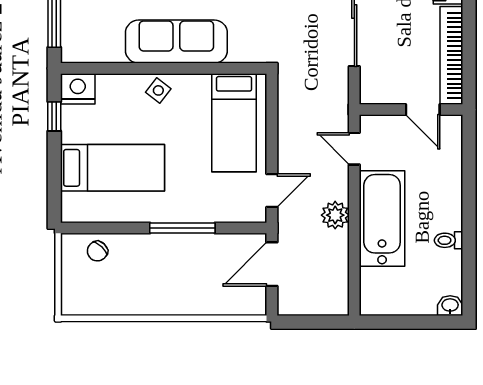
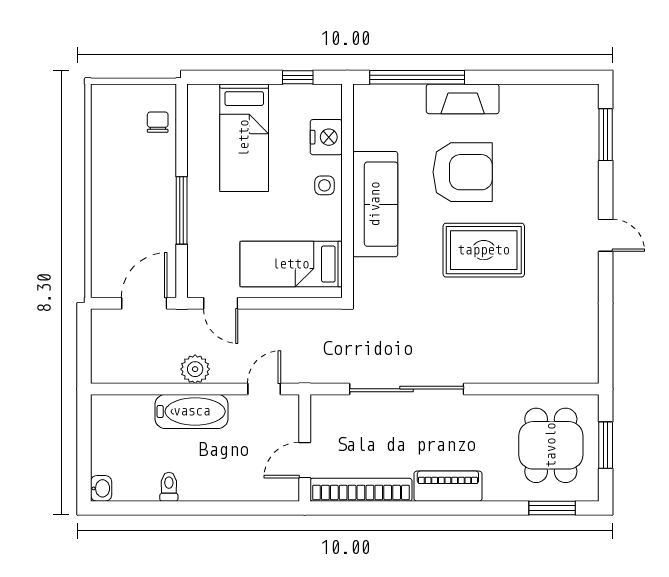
nightstand: (78, 89) -> (326, 137), moved
side table: (158, 90) -> (325, 185), turned -38
bathtub: (382, 219) -> (192, 411), width x0.73, depth x0.73
chair: (97, 251) -> (158, 122), turned 47
door: (272, 264) -> (144, 303), hinge flipped

